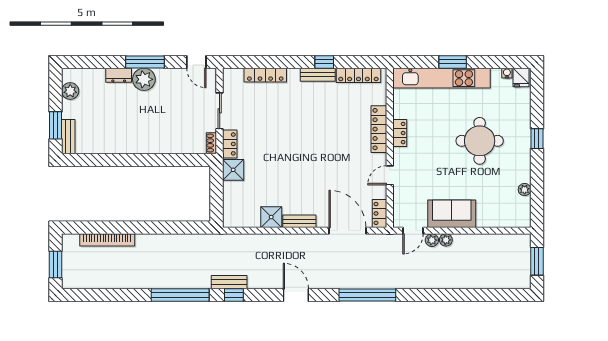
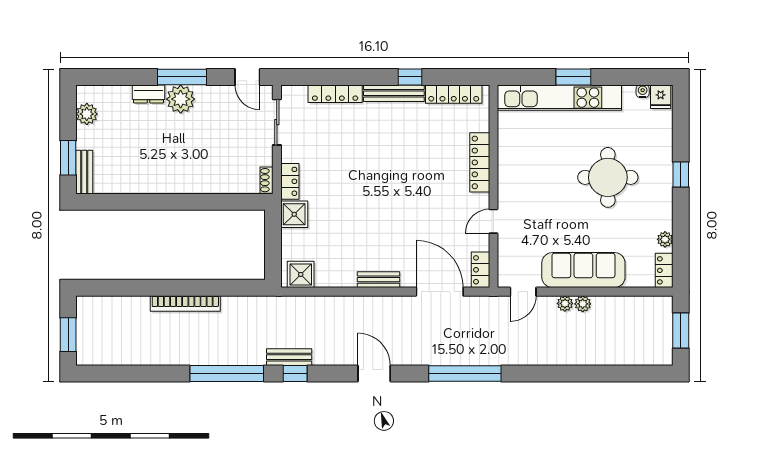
bench: (318, 75) -> (394, 93), width x1.36
sliding door: (220, 111) -> (277, 122), moved
locker: (400, 133) -> (664, 270), moved, turned 180
sofa: (452, 214) -> (583, 270), width x1.36
shower: (271, 217) -> (301, 274), moved
bookcase: (107, 240) -> (185, 303), moved
plant: (432, 240) -> (583, 304), moved

